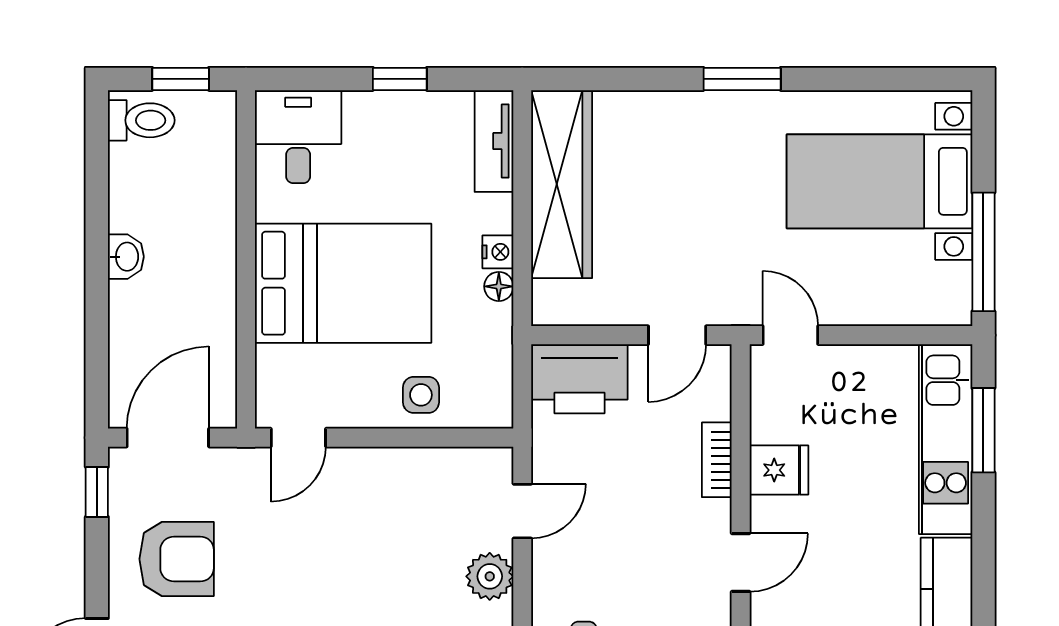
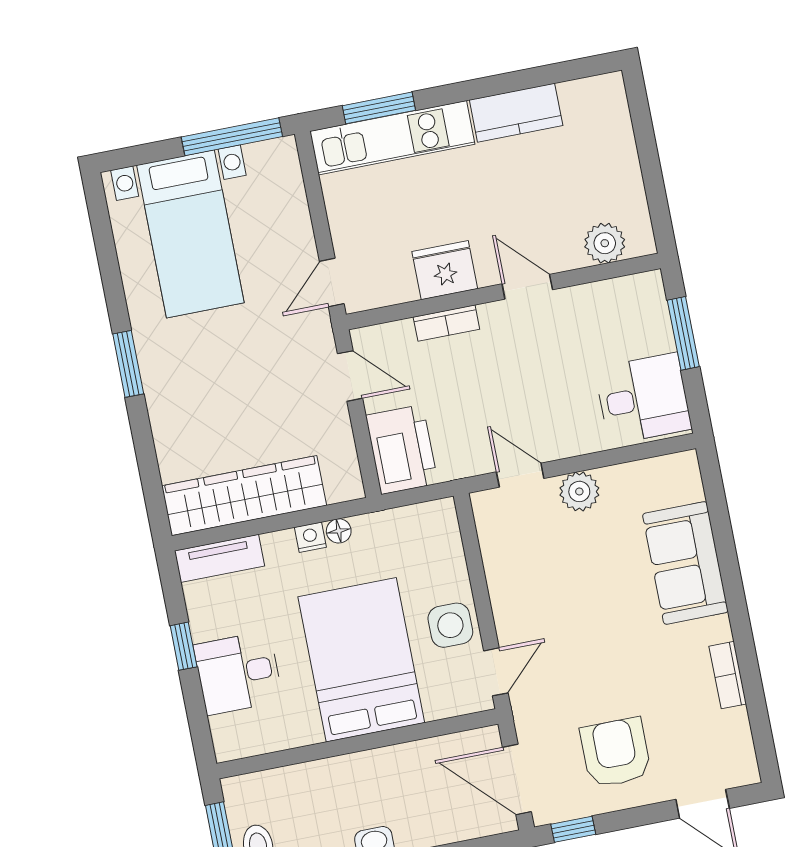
desk: (298, 137) -> (238, 673), moved
side table: (421, 395) -> (450, 625), moved, width x1.37, depth x1.37
door: (298, 438) -> (496, 672), hinge flipped
fridge: (779, 470) -> (445, 270), width x1.38

